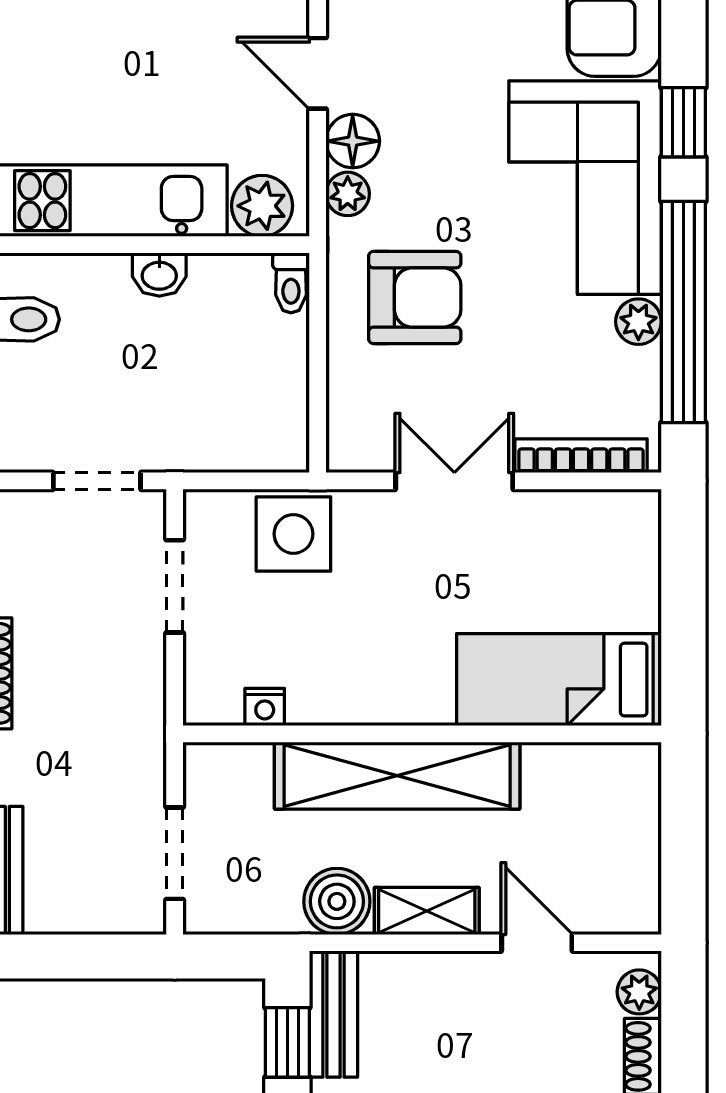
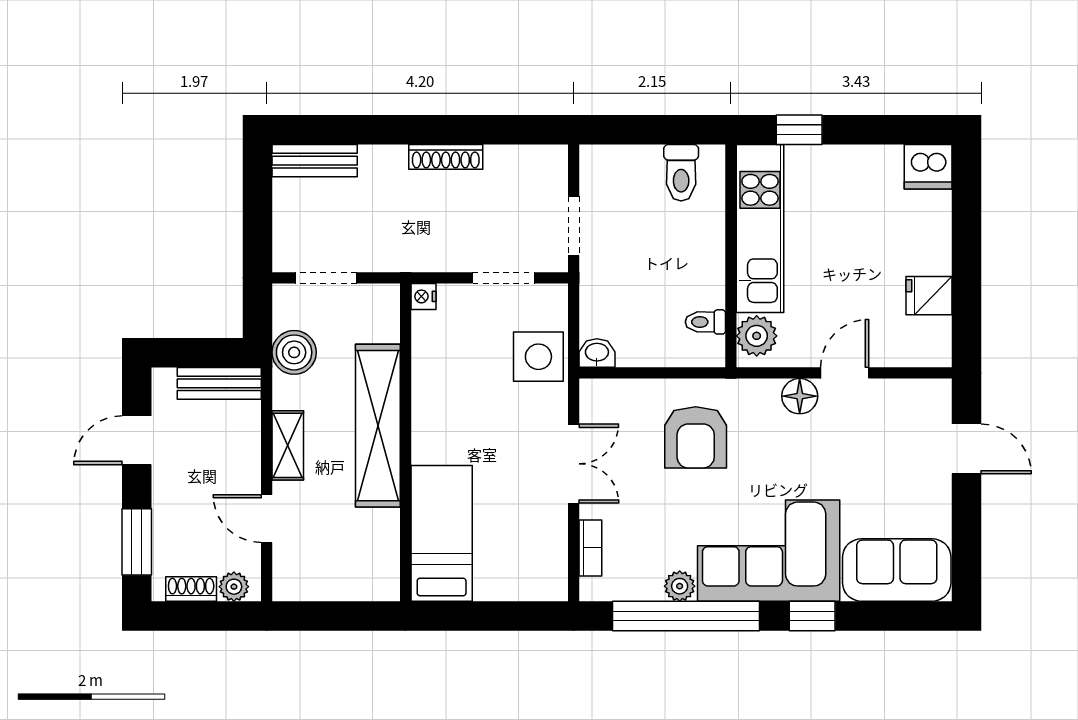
plant: (348, 194) -> (764, 393), removed
washbasin: (159, 274) -> (597, 353), moved, turned 90
toilet: (291, 283) -> (705, 322), moved
bookcase: (581, 456) -> (590, 548), width x0.64
nightstand: (265, 707) -> (423, 296), moved
boiler: (337, 901) -> (294, 352), moved
door: (537, 943) -> (267, 519), swing flipped
window: (287, 1042) -> (200, 353), removed

